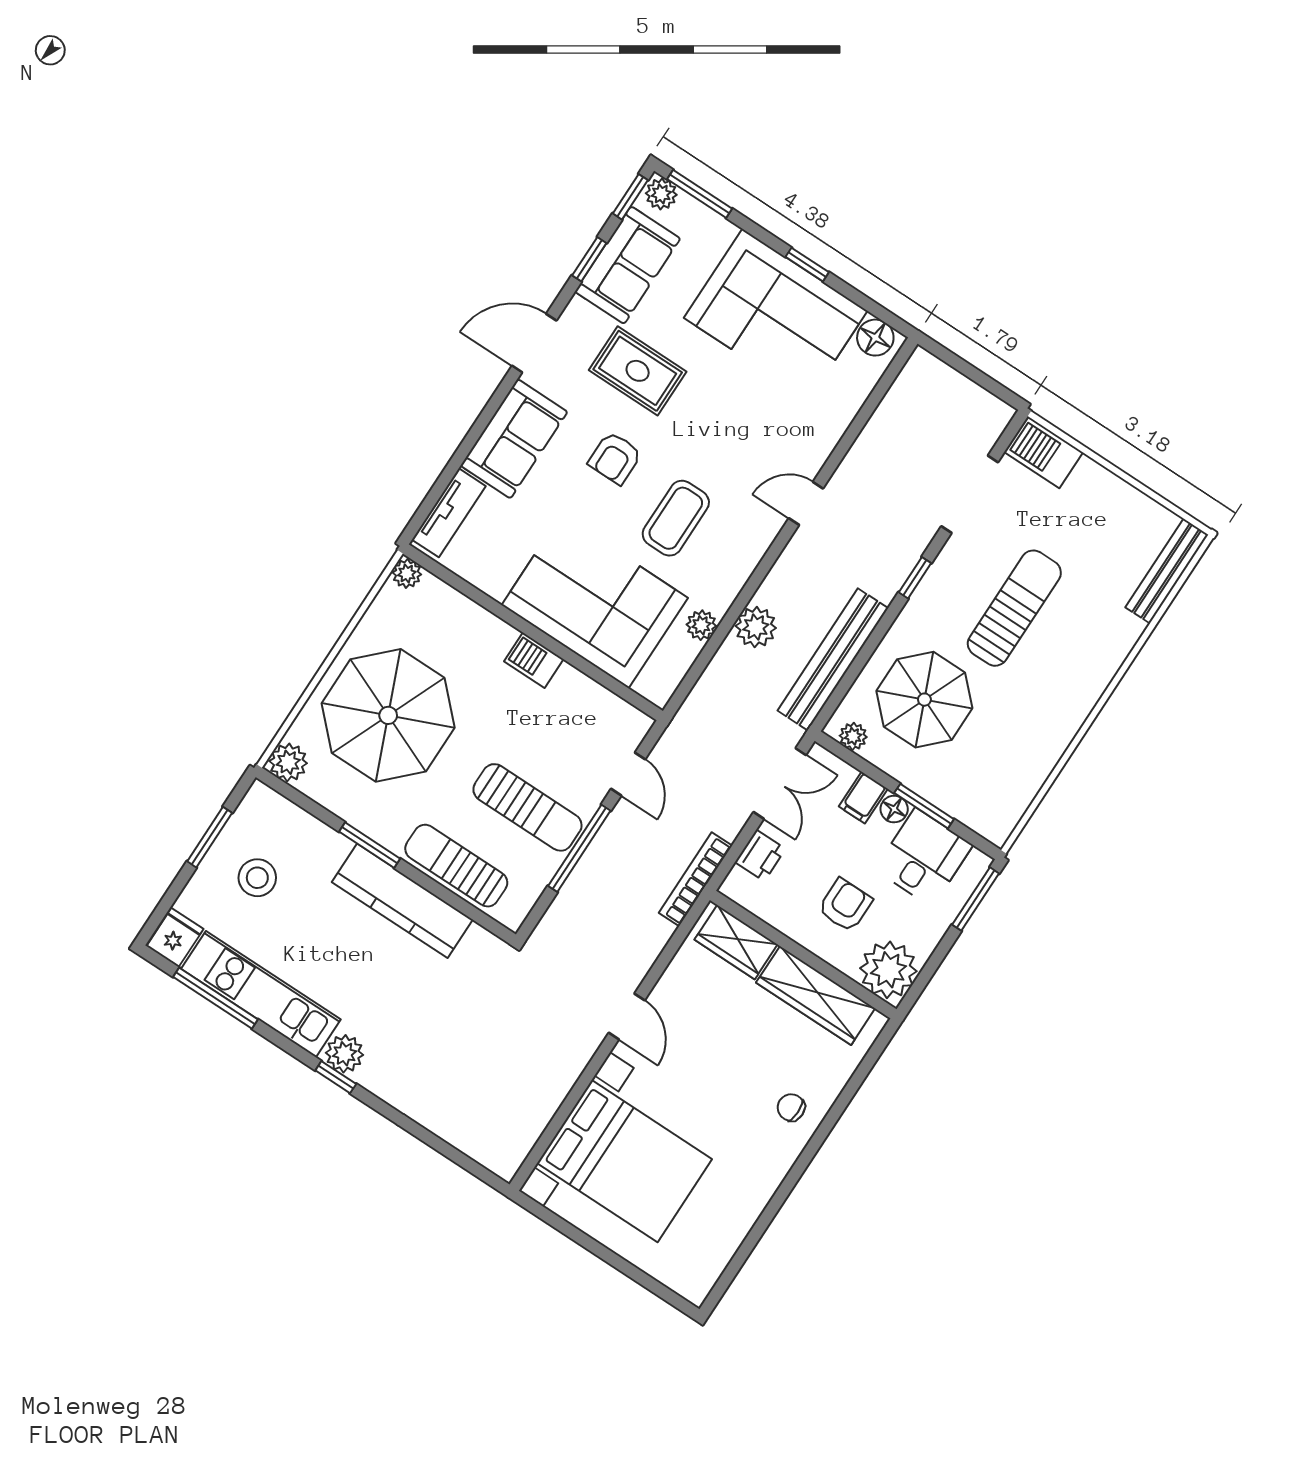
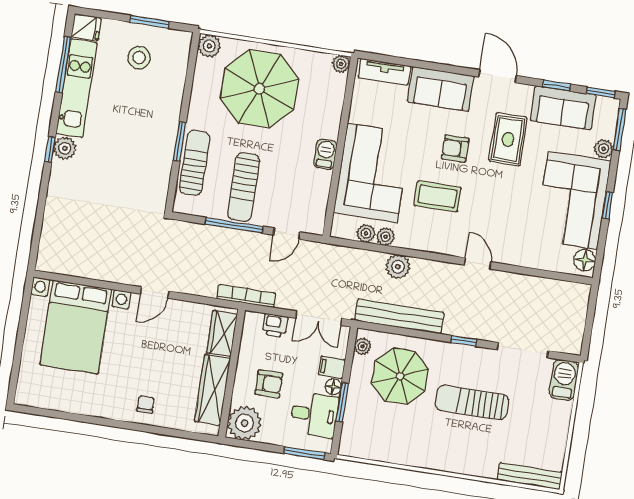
plant: (661, 194) -> (604, 149), moved
sun lounger: (1014, 608) -> (472, 402), turned 180
plant: (683, 653) -> (366, 233), added
window: (370, 845) -> (180, 142), moved
kitchen counter: (402, 901) -> (162, 142), removed

